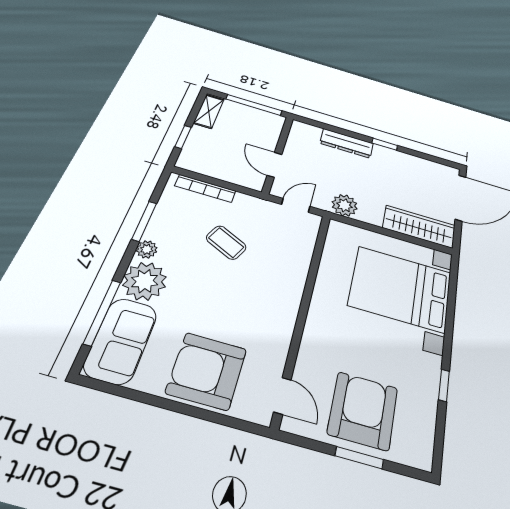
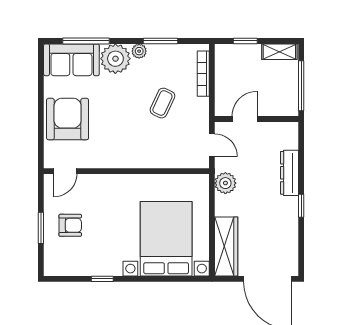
armchair: (363, 411) -> (70, 225), width x0.53, depth x0.53

